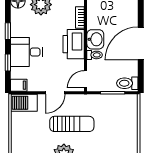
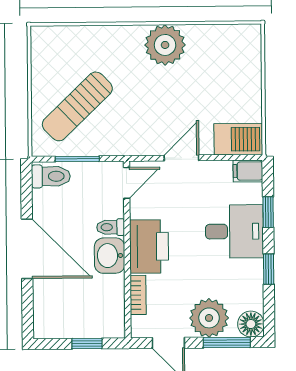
door: (141, 43) -> (27, 249), hinge flipped
sun lounger: (72, 124) -> (77, 106), moved, turned -44

